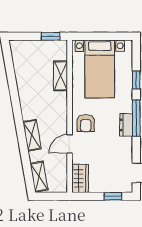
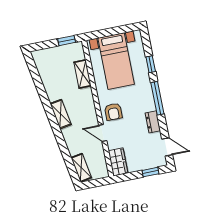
dresser: (126, 125) -> (153, 122), moved
shelving: (32, 135) -> (61, 114), moved
door: (70, 144) -> (103, 133), hinge flipped

